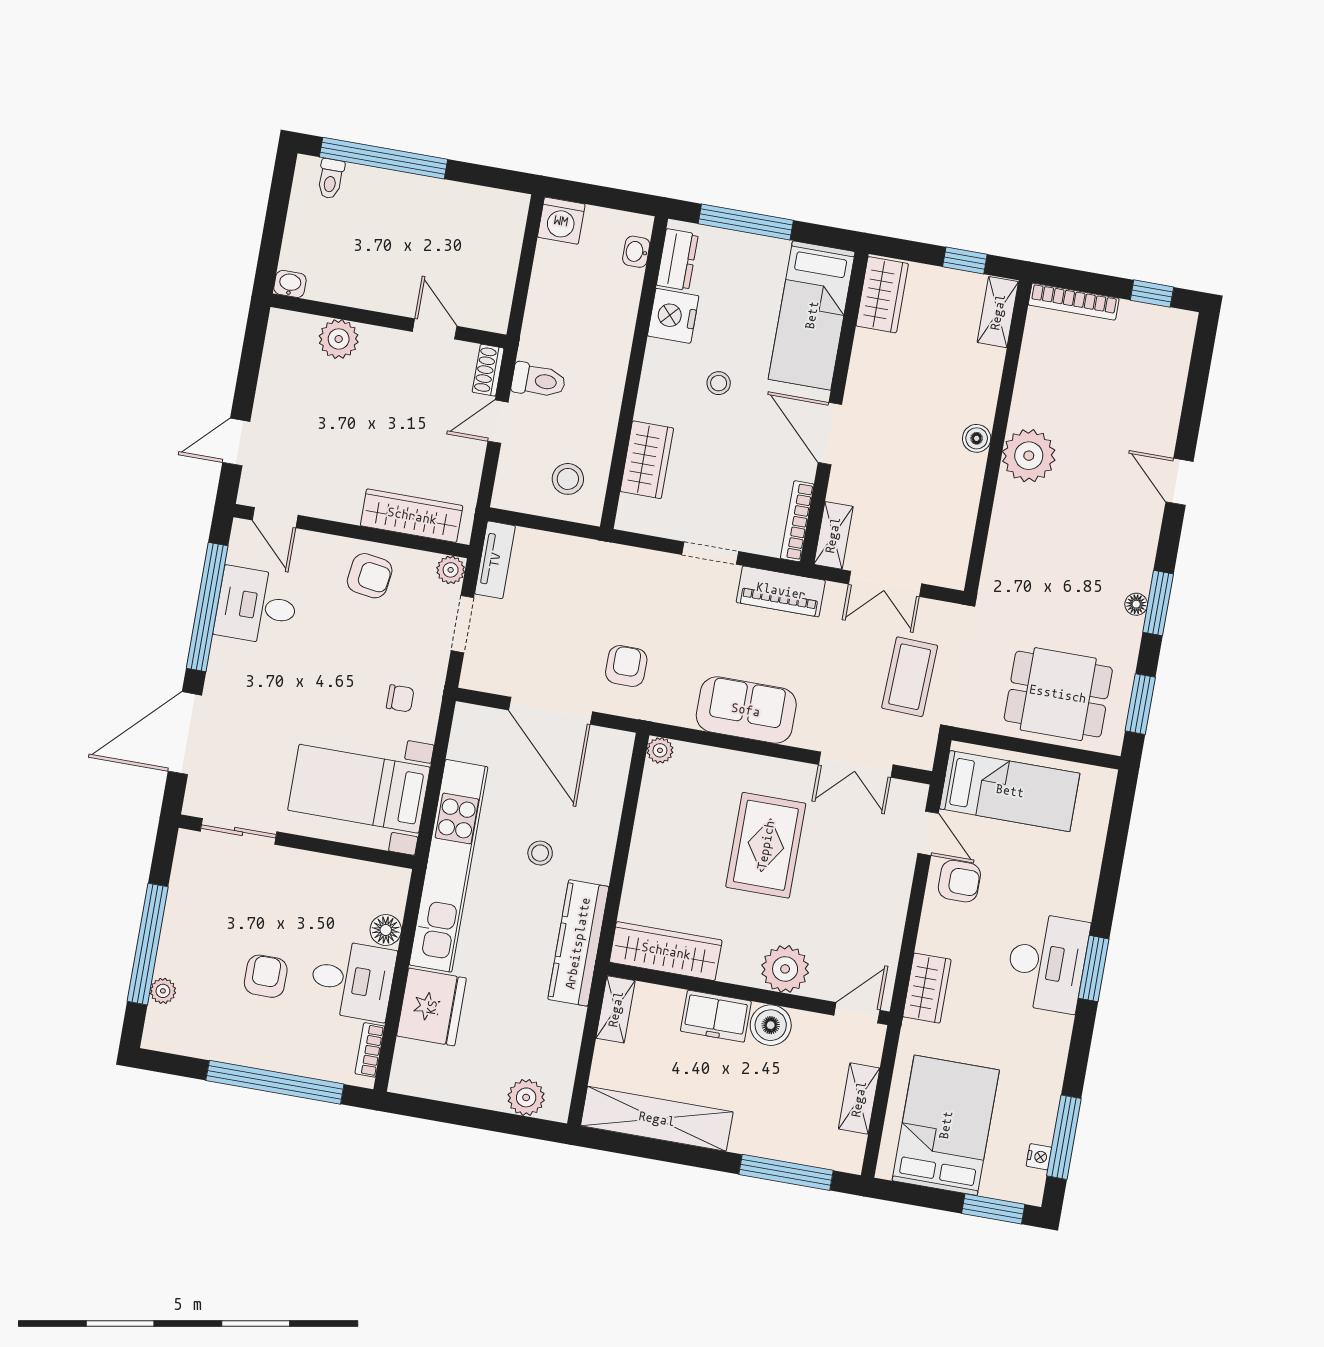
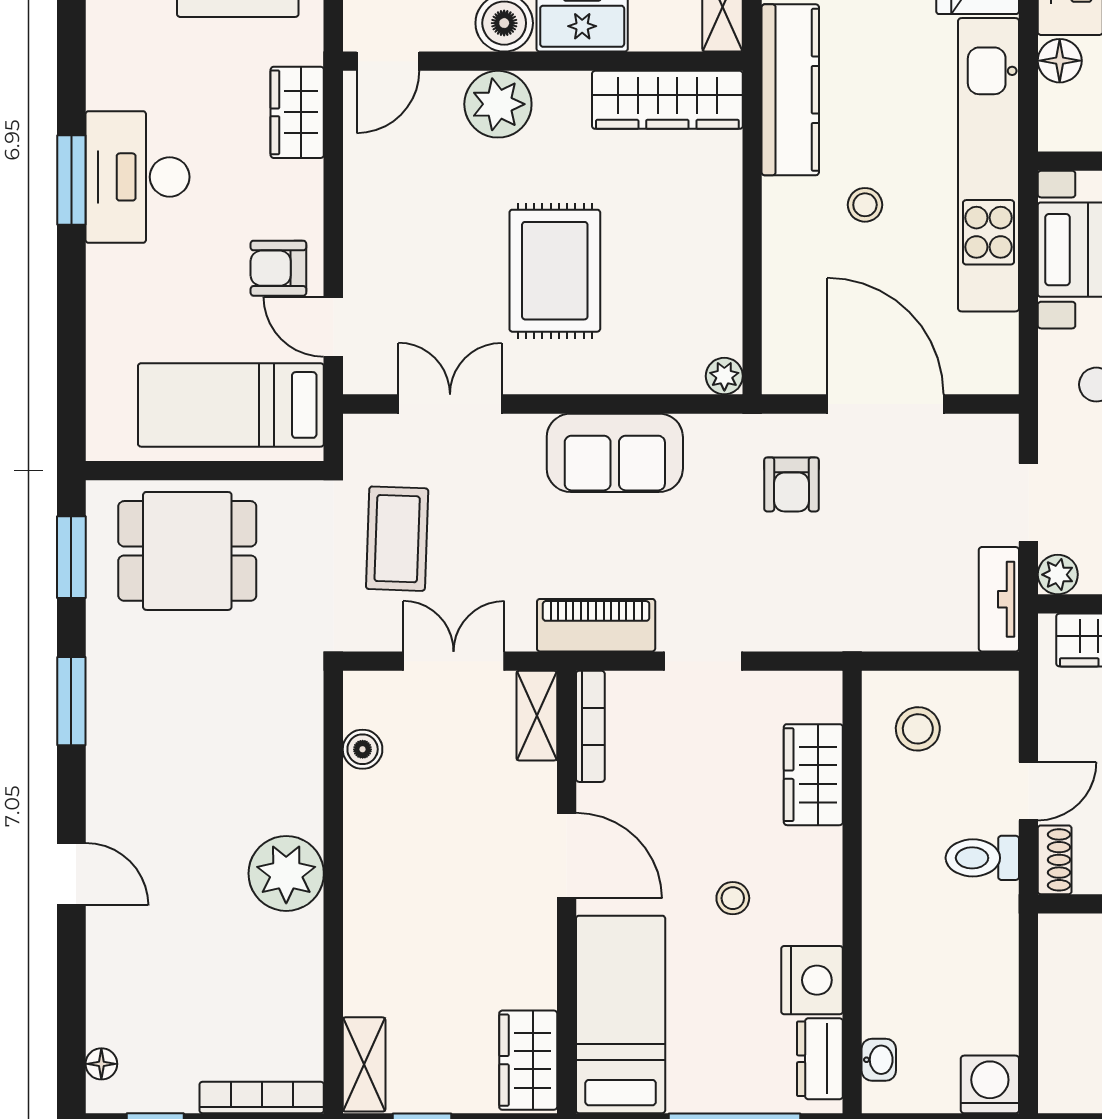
boiler: (977, 438) -> (363, 749), moved
floor lamp: (1136, 604) -> (101, 1064), moved

